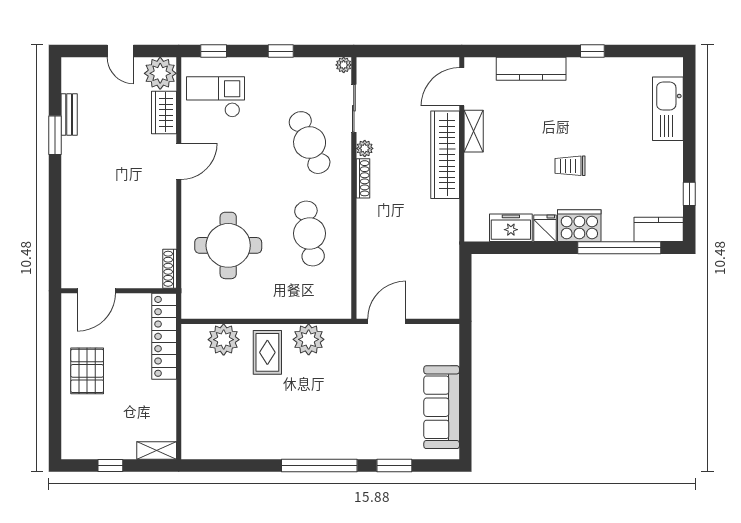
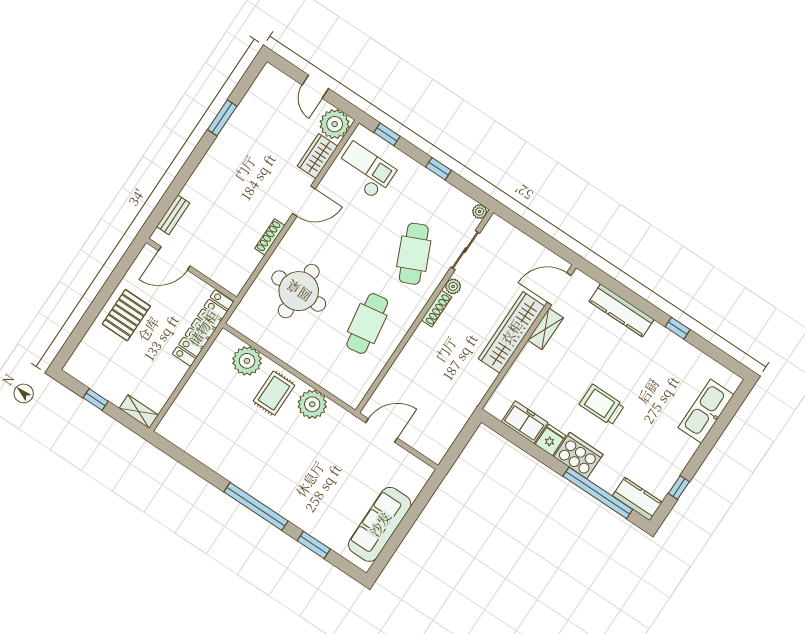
bench: (69, 114) -> (173, 215), moved
trolley: (570, 166) -> (602, 405), width x1.36, depth x1.39
shoe rack: (170, 269) -> (270, 237), moved

